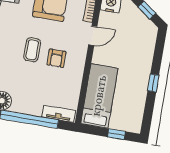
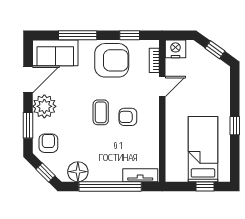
armchair: (56, 58) -> (128, 117), turned 90
bed: (99, 96) -> (203, 149), moved

